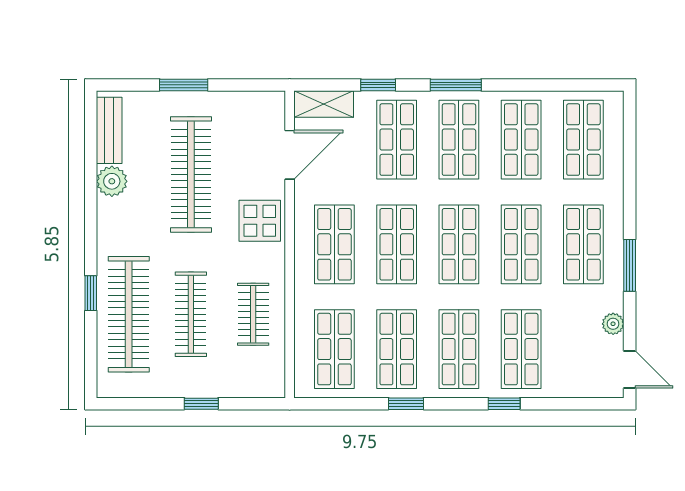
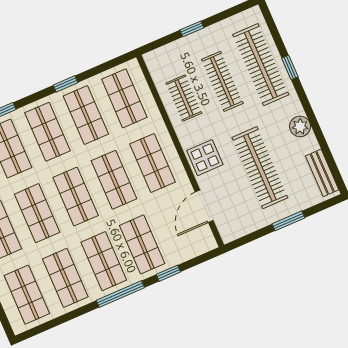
window: (456, 85) -> (120, 294), width x1.44
shelving: (324, 104) -> (197, 247), removed
plant: (112, 181) -> (300, 126), moved

